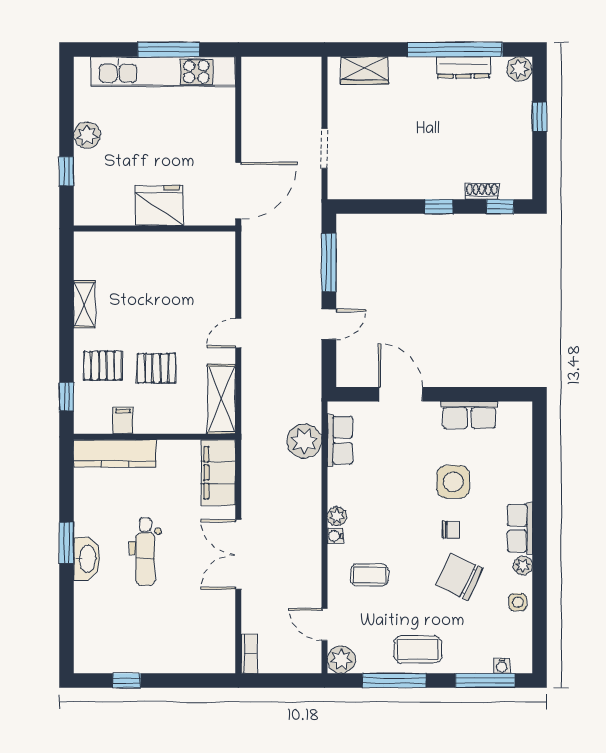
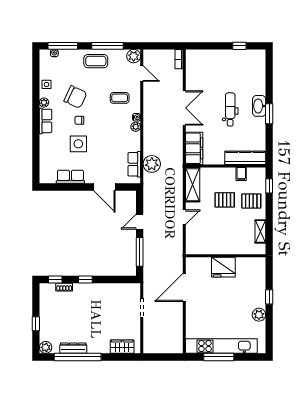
fridge: (159, 206) -> (223, 267), moved
wall: (155, 229) -> (226, 256), moved

